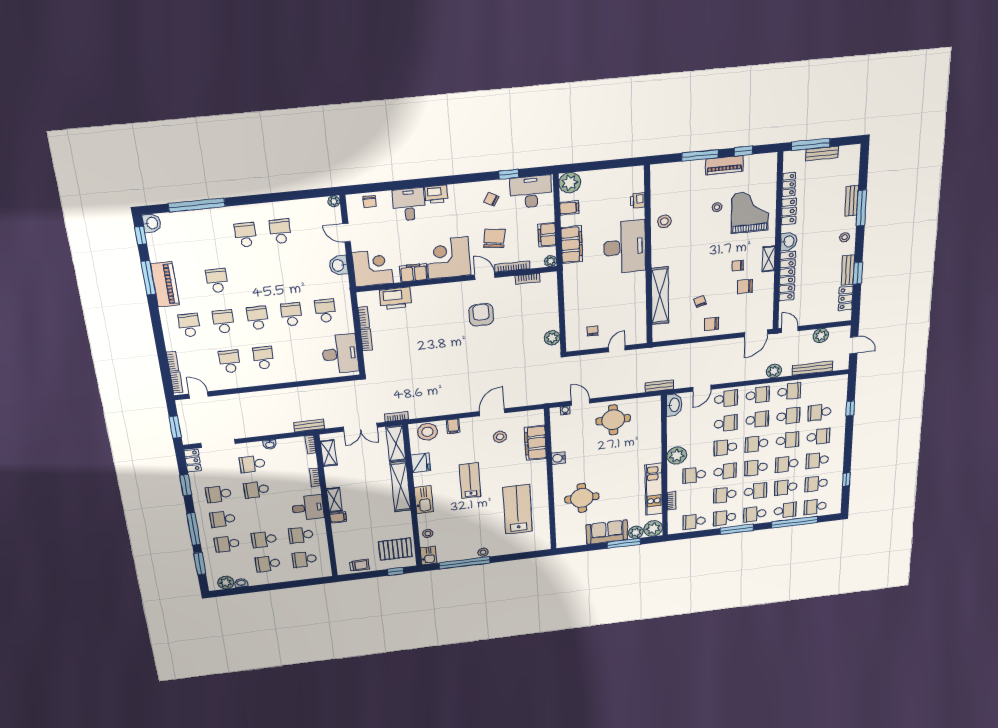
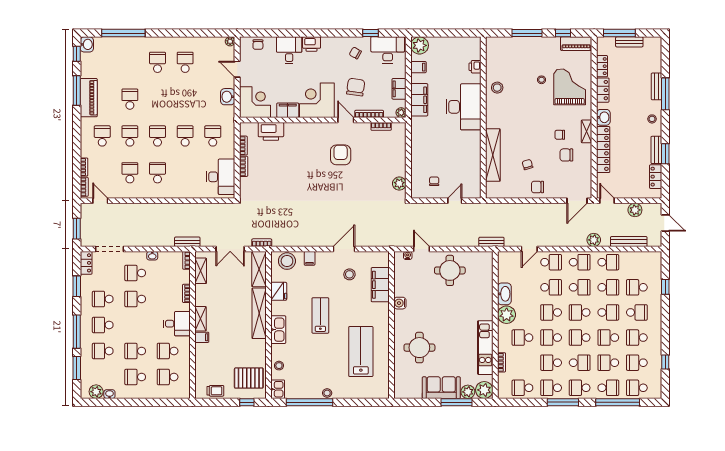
piano: (724, 165) -> (576, 44), moved
washbasin: (674, 405) -> (504, 294), moved
school desk: (725, 471) -> (551, 338), turned 180

